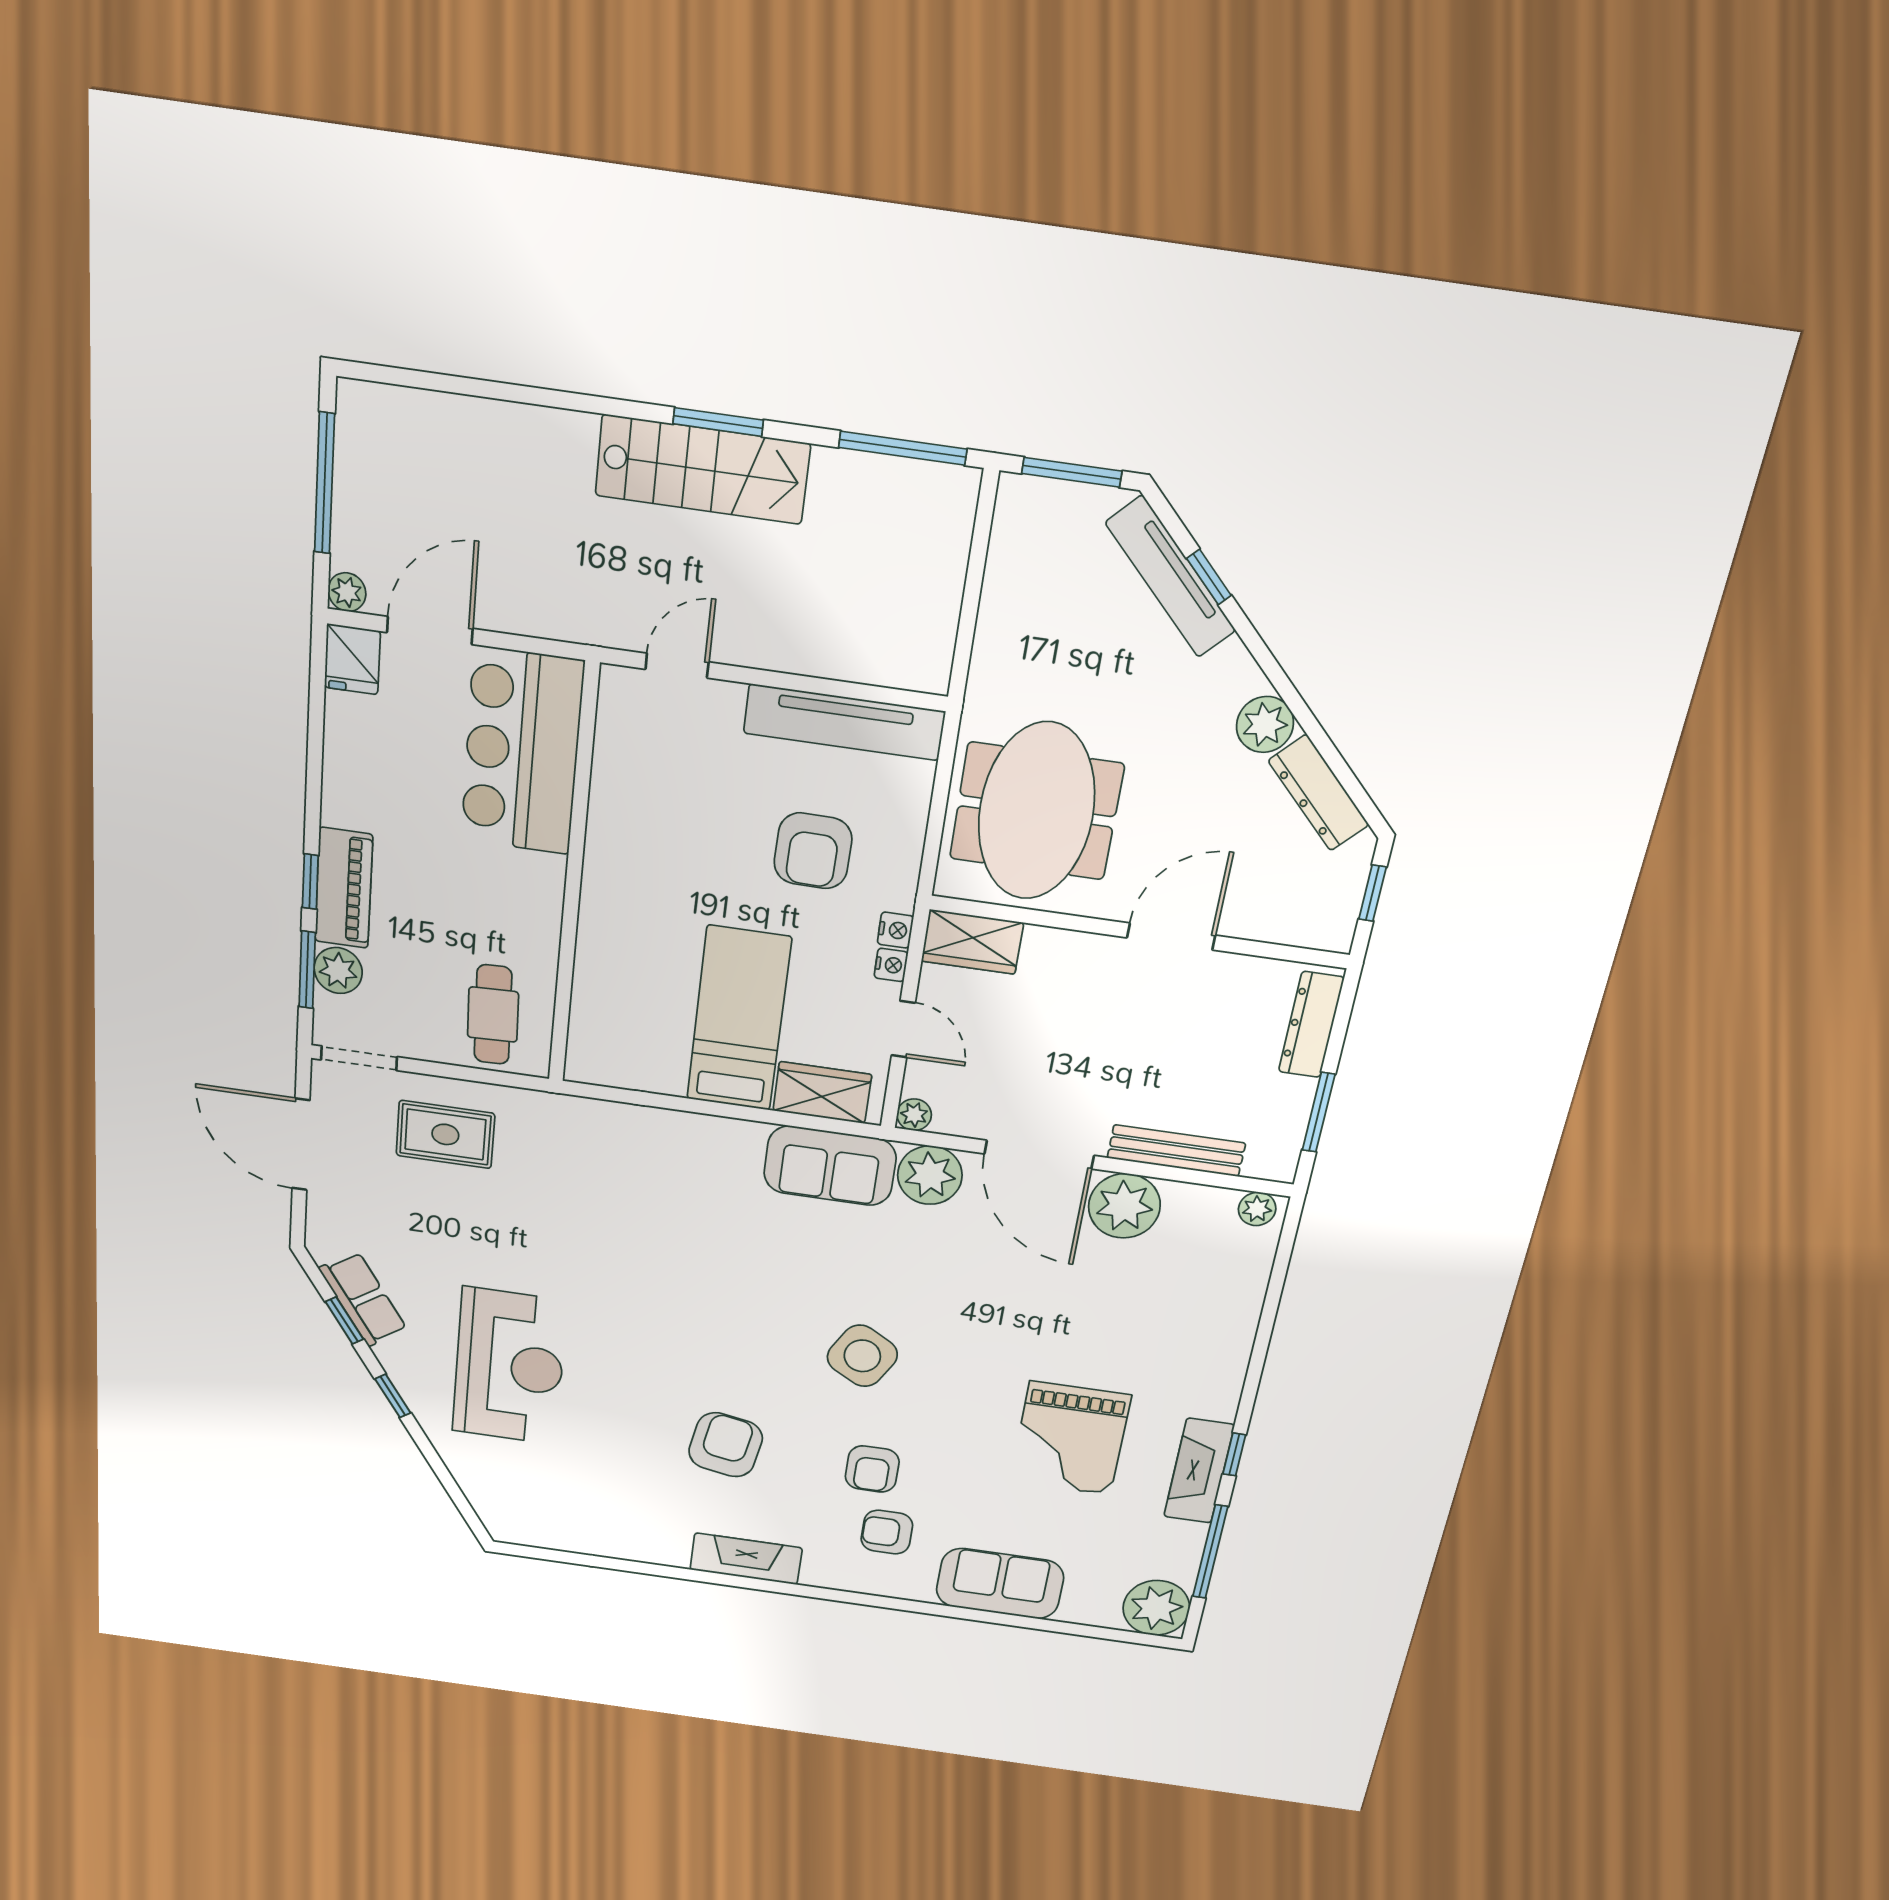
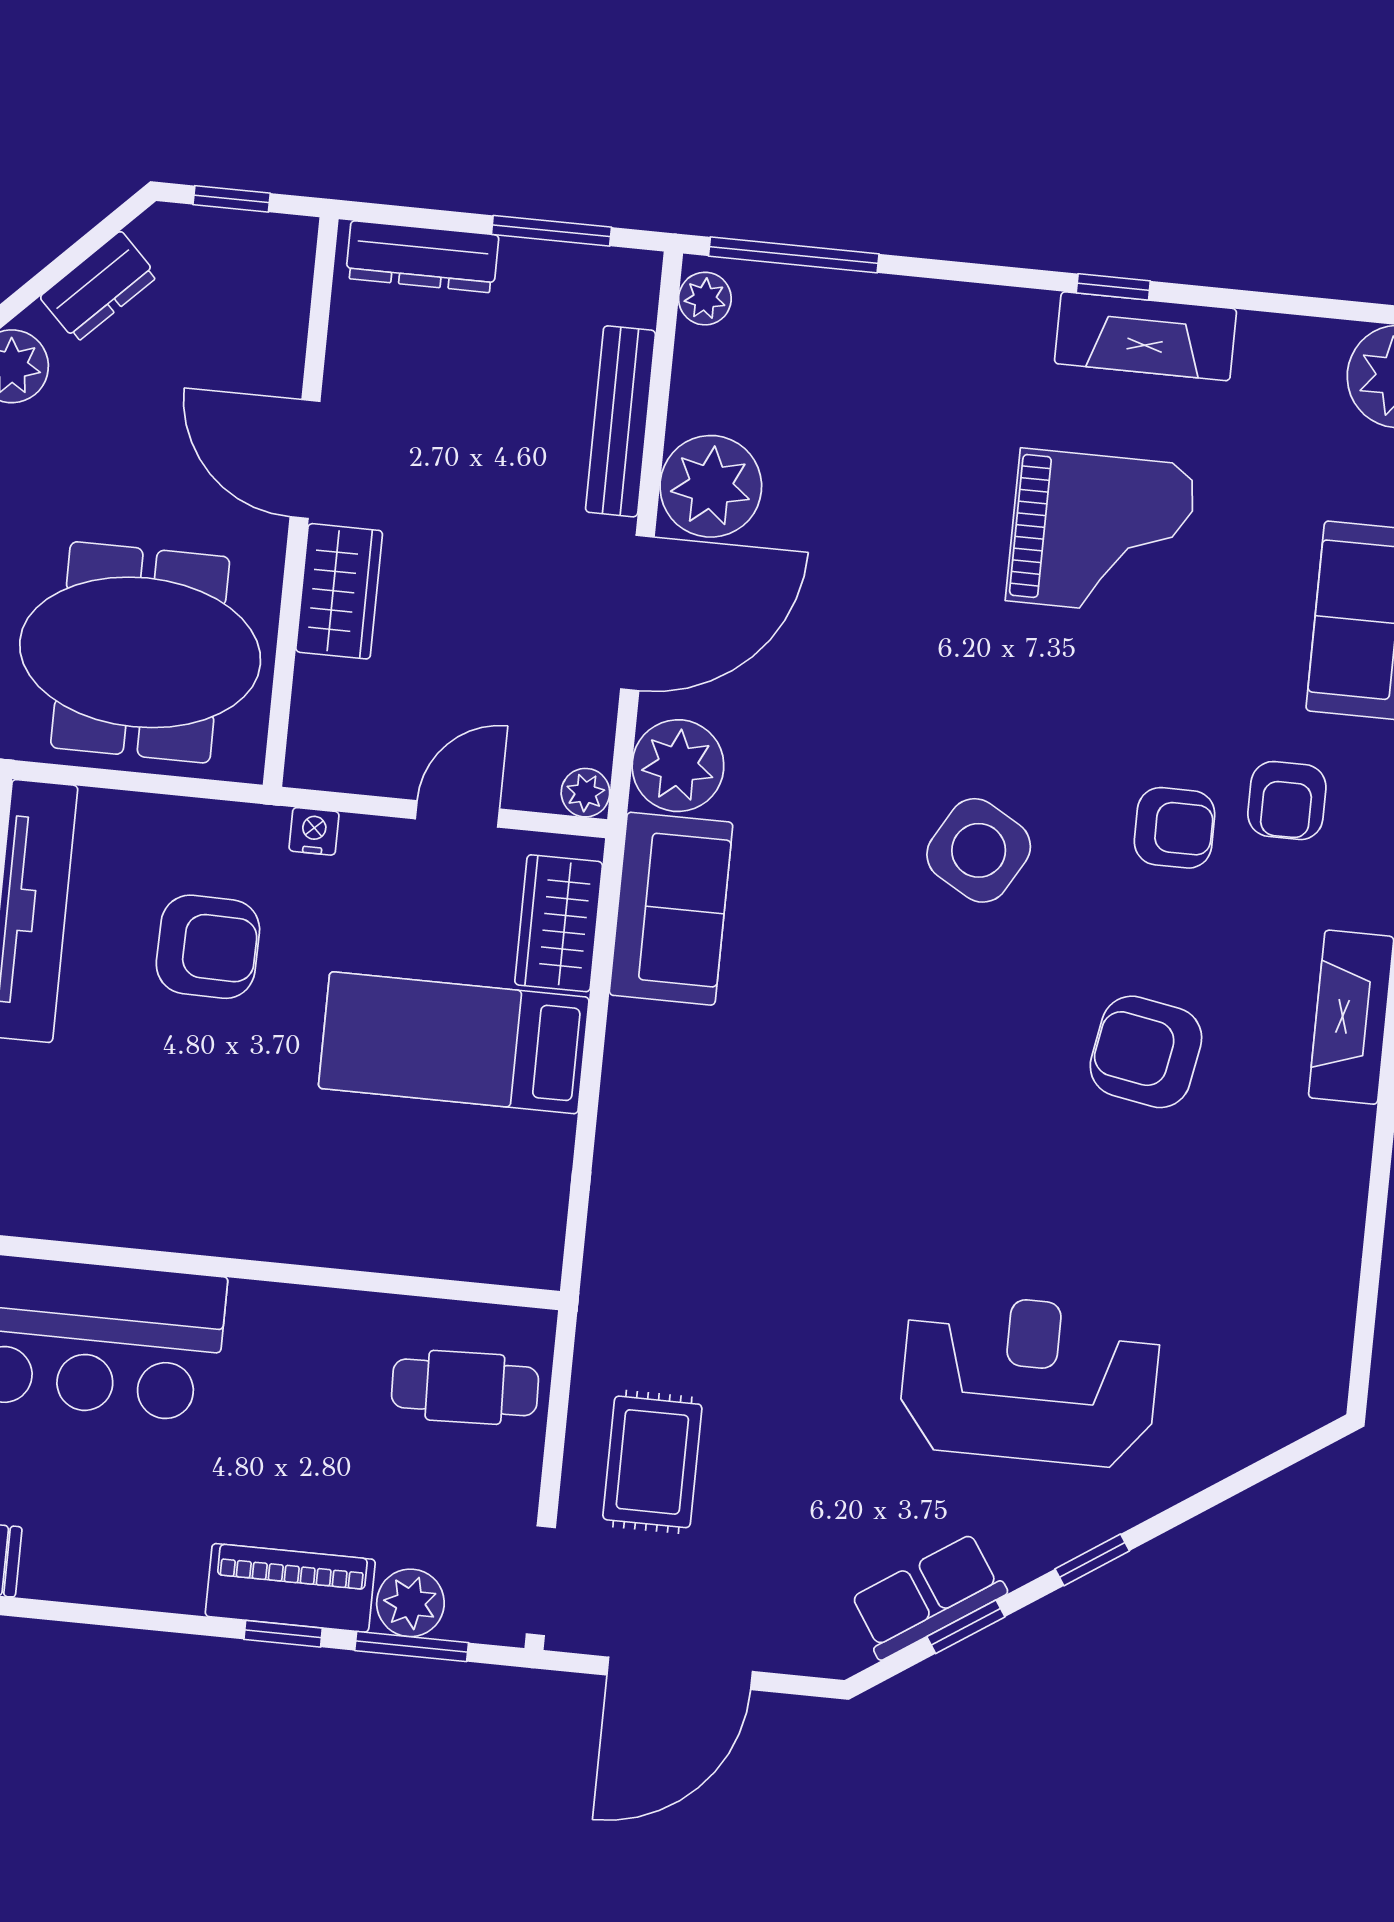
dresser: (1319, 793) -> (99, 287), width x0.70
wardrobe: (972, 942) -> (339, 591), moved
nightstand: (891, 965) -> (364, 835), removed
window: (1210, 1552) -> (794, 255), moved

